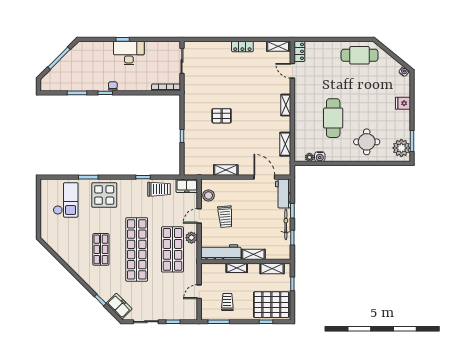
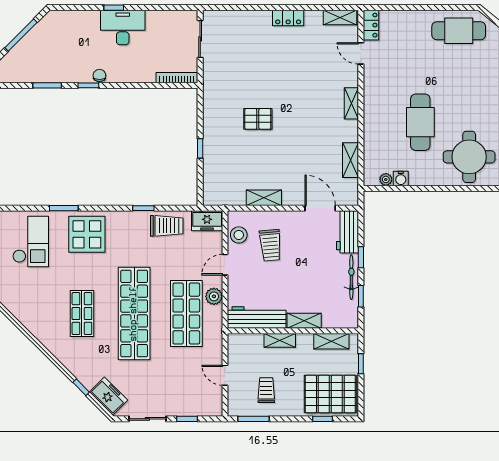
round table: (367, 142) -> (469, 157), width x1.36, depth x1.36
trolley: (225, 217) -> (270, 245), moved
door: (199, 292) -> (225, 375), hinge flipped

